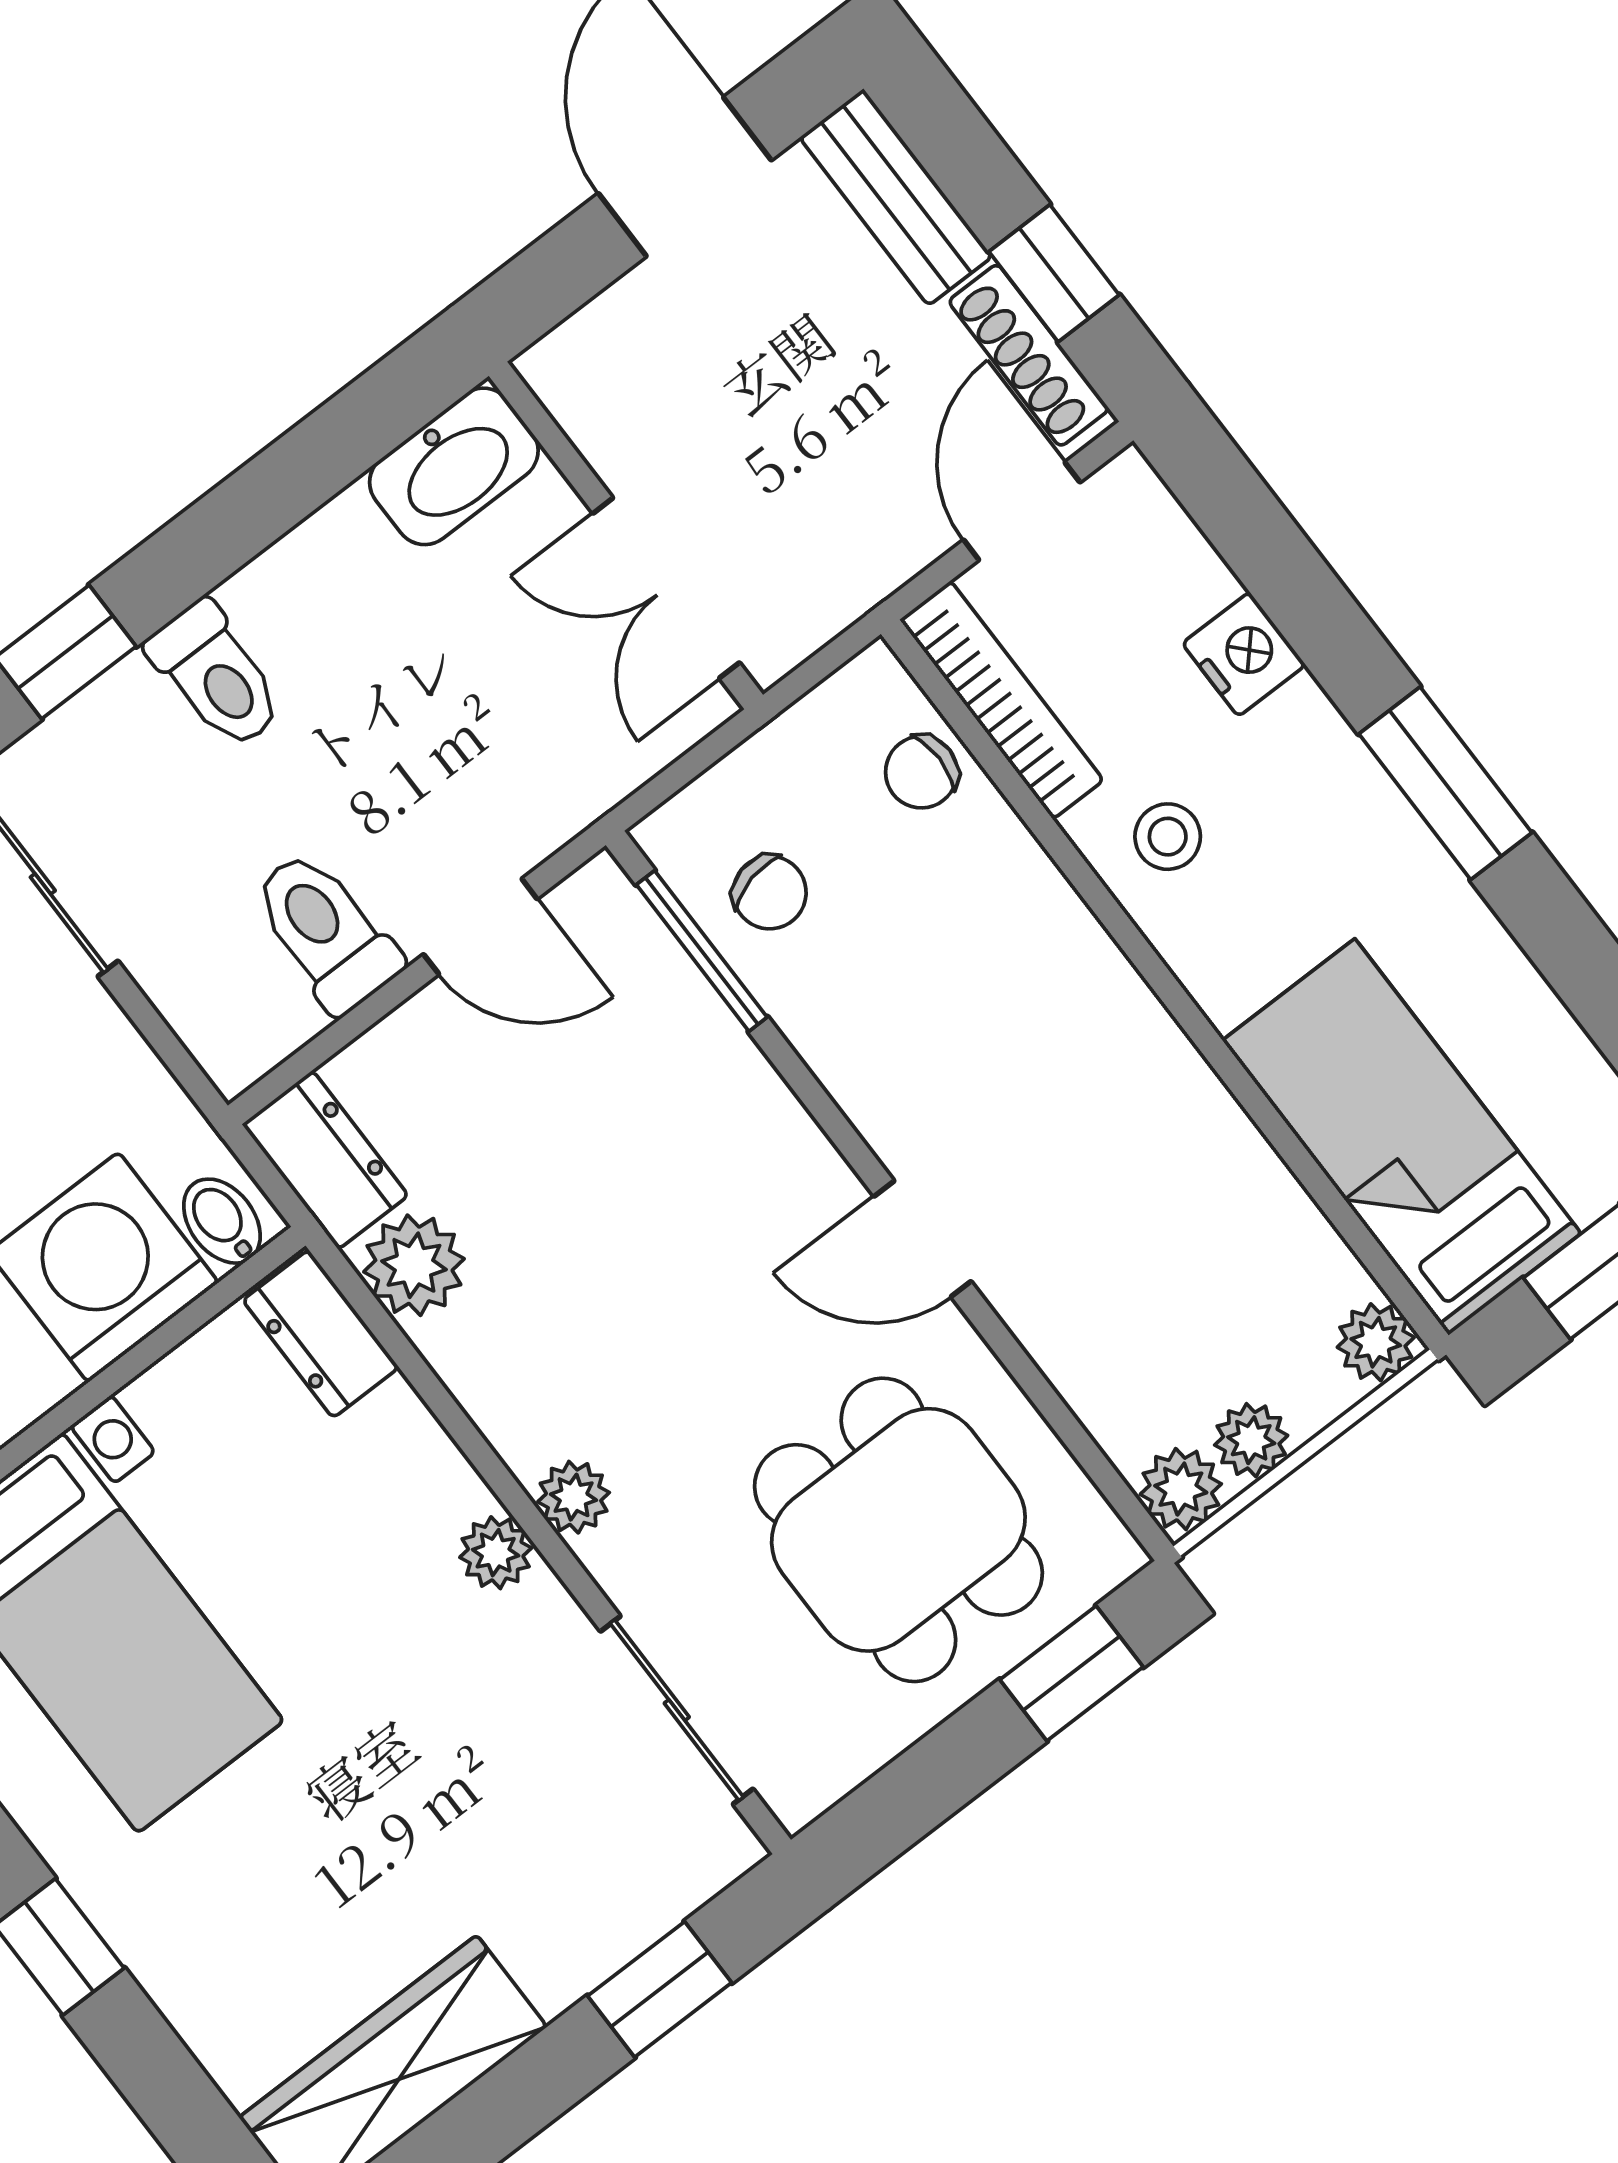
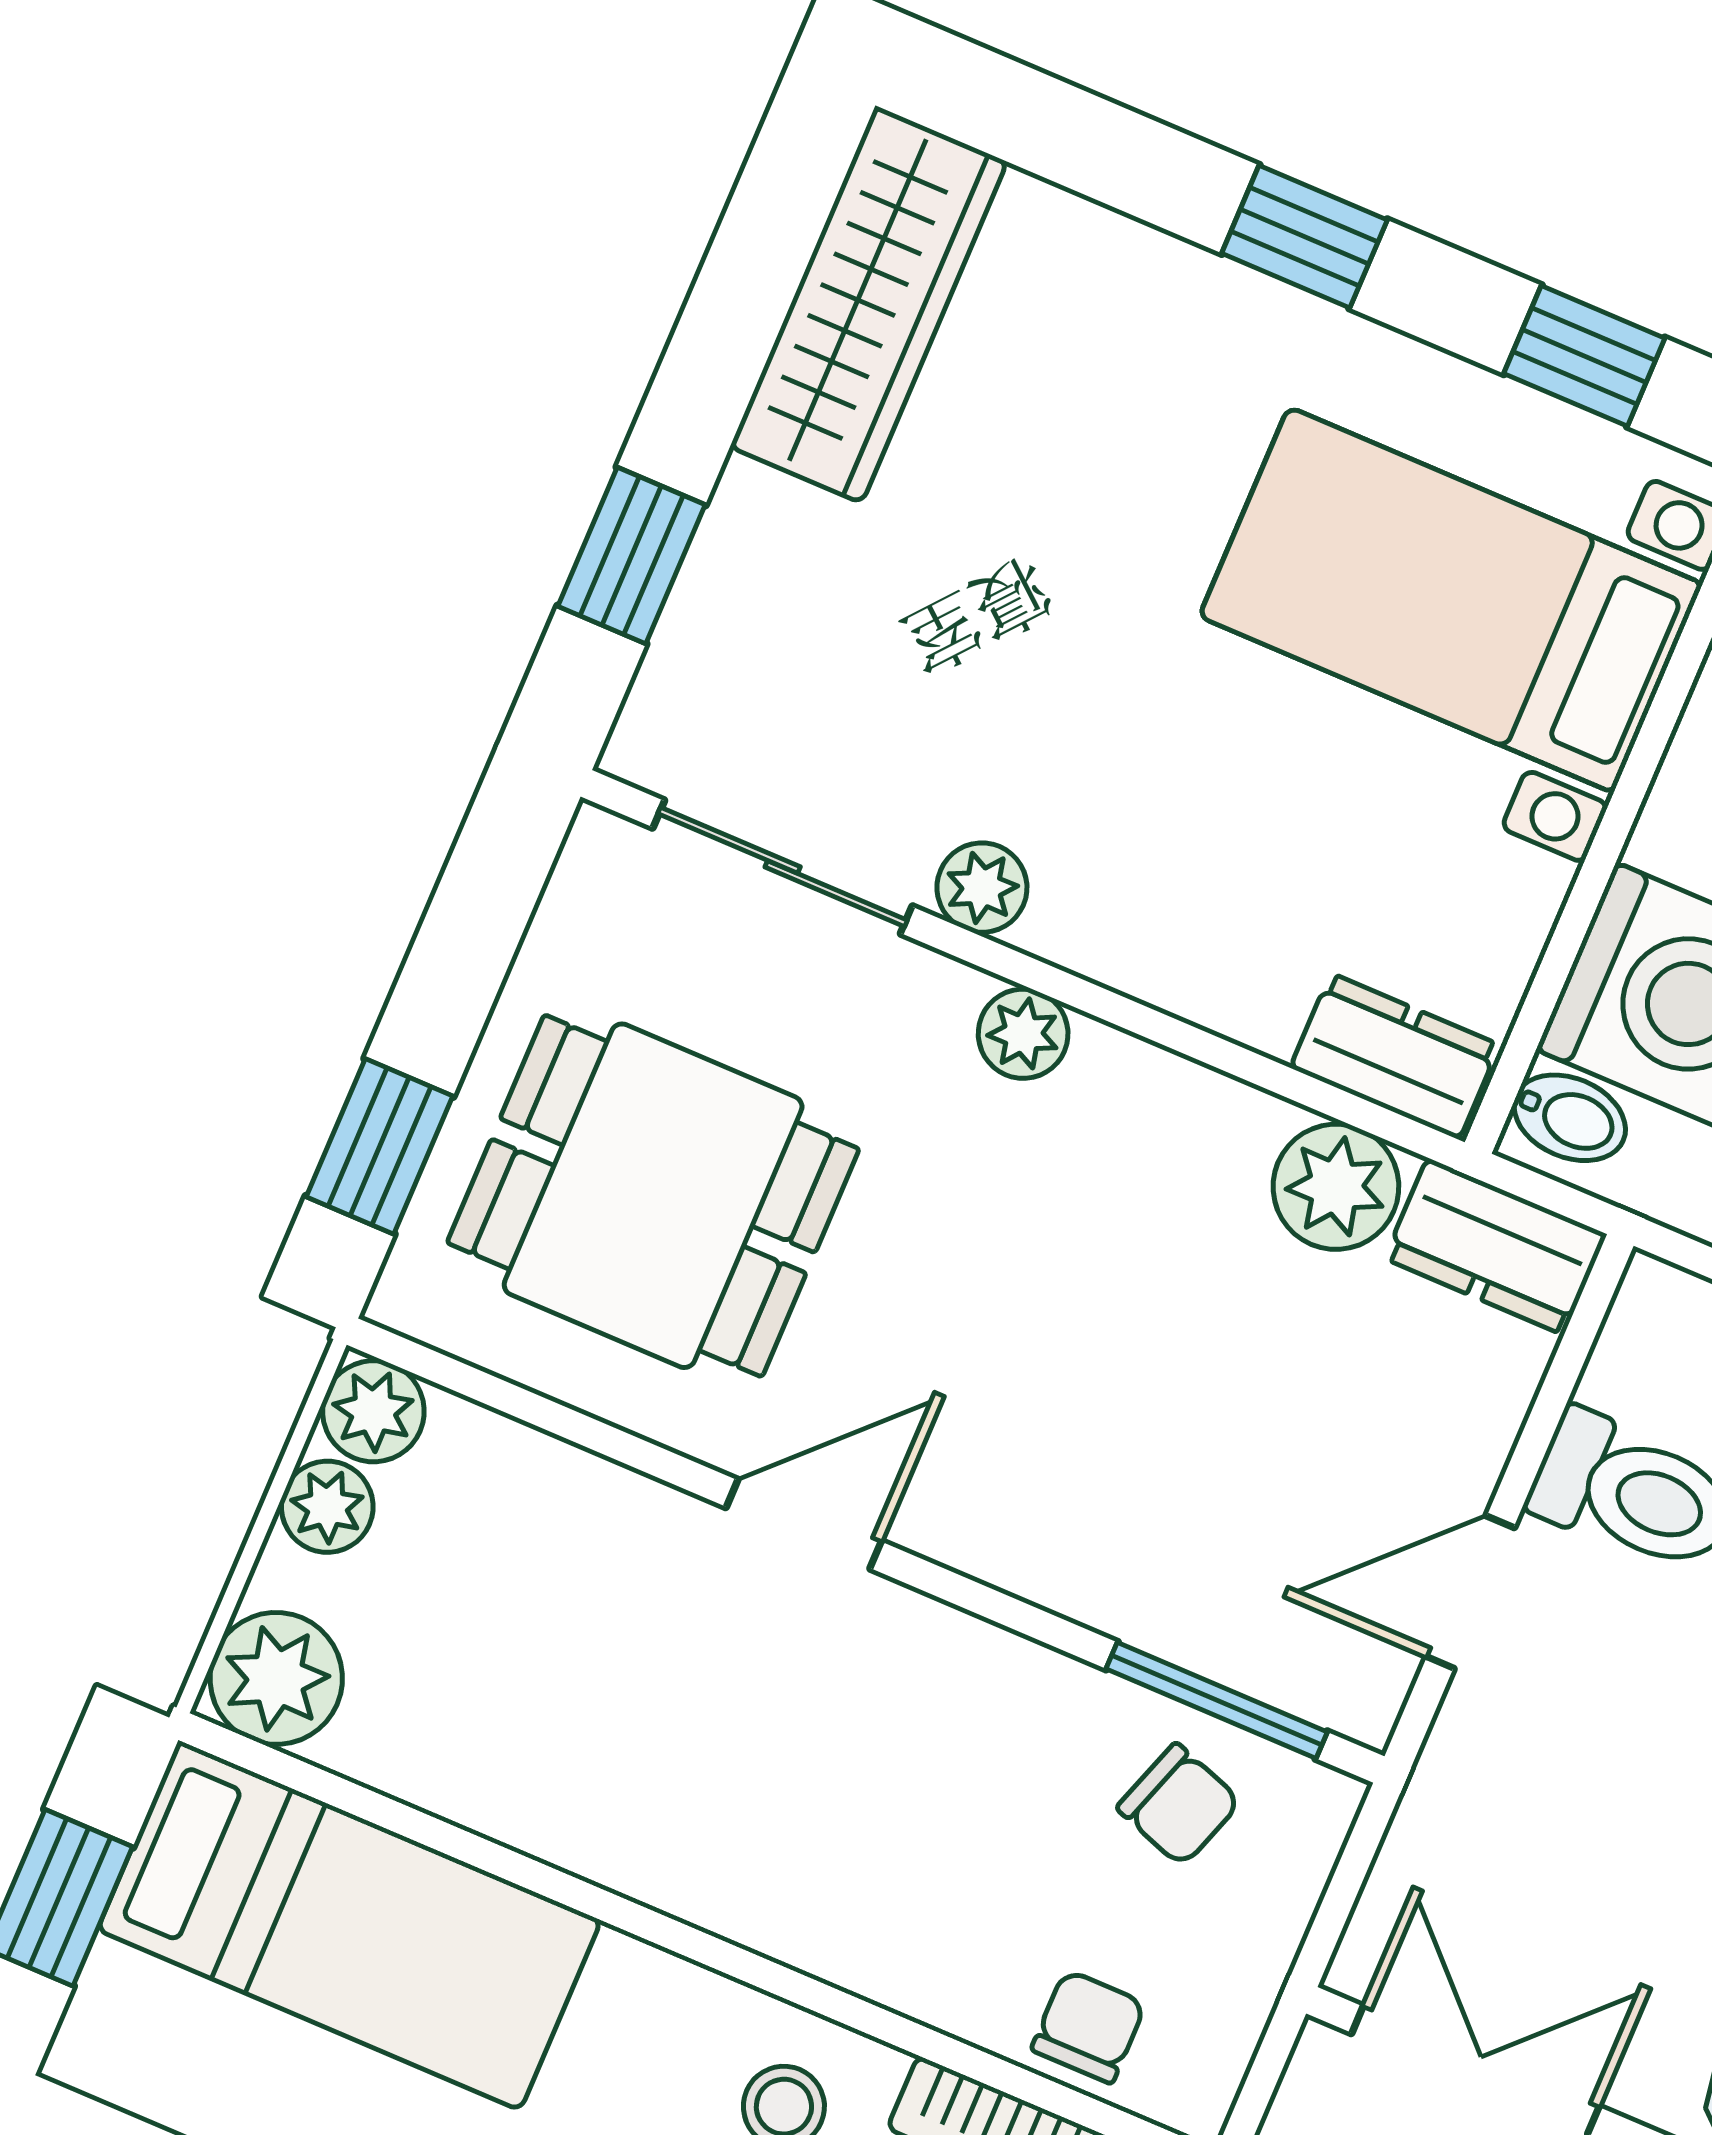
chair: (770, 892) -> (1179, 1805), turned -148
plant: (1376, 1342) -> (276, 1678), width x1.38, depth x1.38
plant: (496, 1553) -> (982, 888), moved

